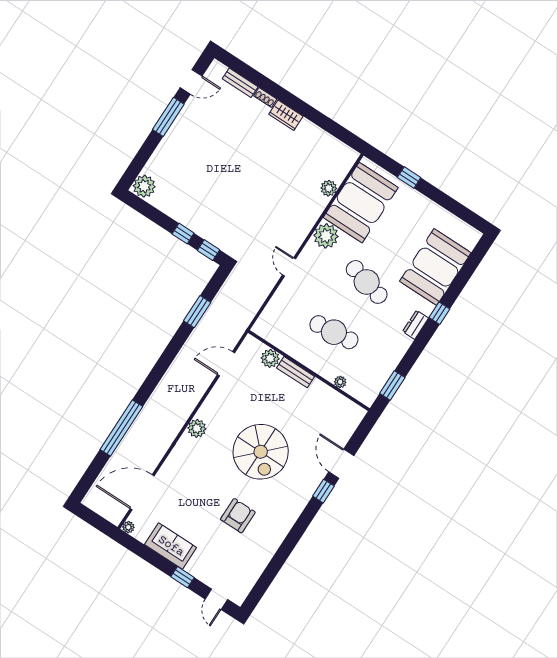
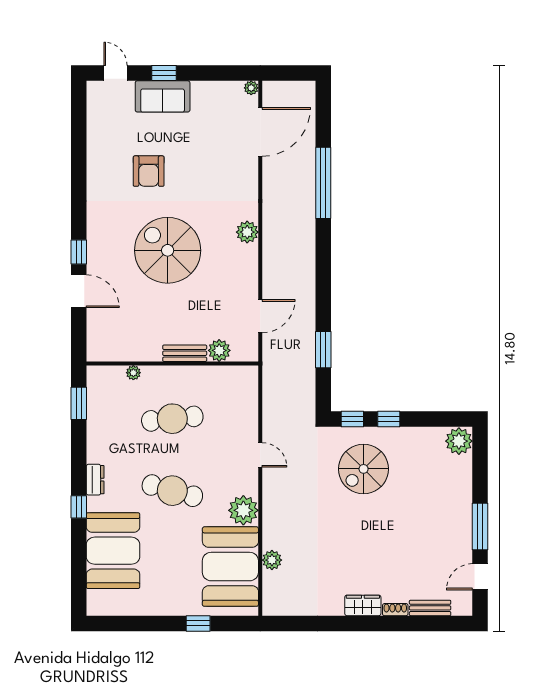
spiral stairs: (223, 210) -> (364, 469), added
sofa: (171, 546) -> (163, 96), moved

